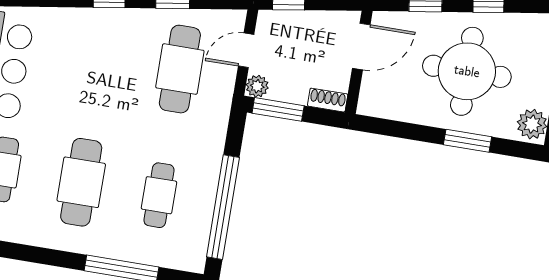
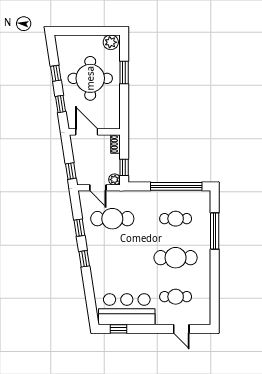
window: (278, 109) -> (124, 167), width x0.67

